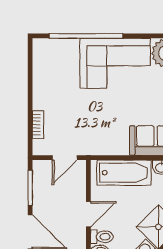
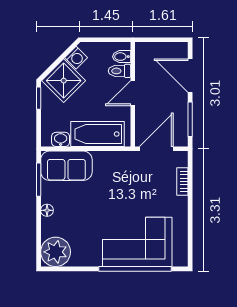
corner sofa: (115, 63) -> (137, 242), moved
door: (65, 158) -> (156, 149), width x1.37

